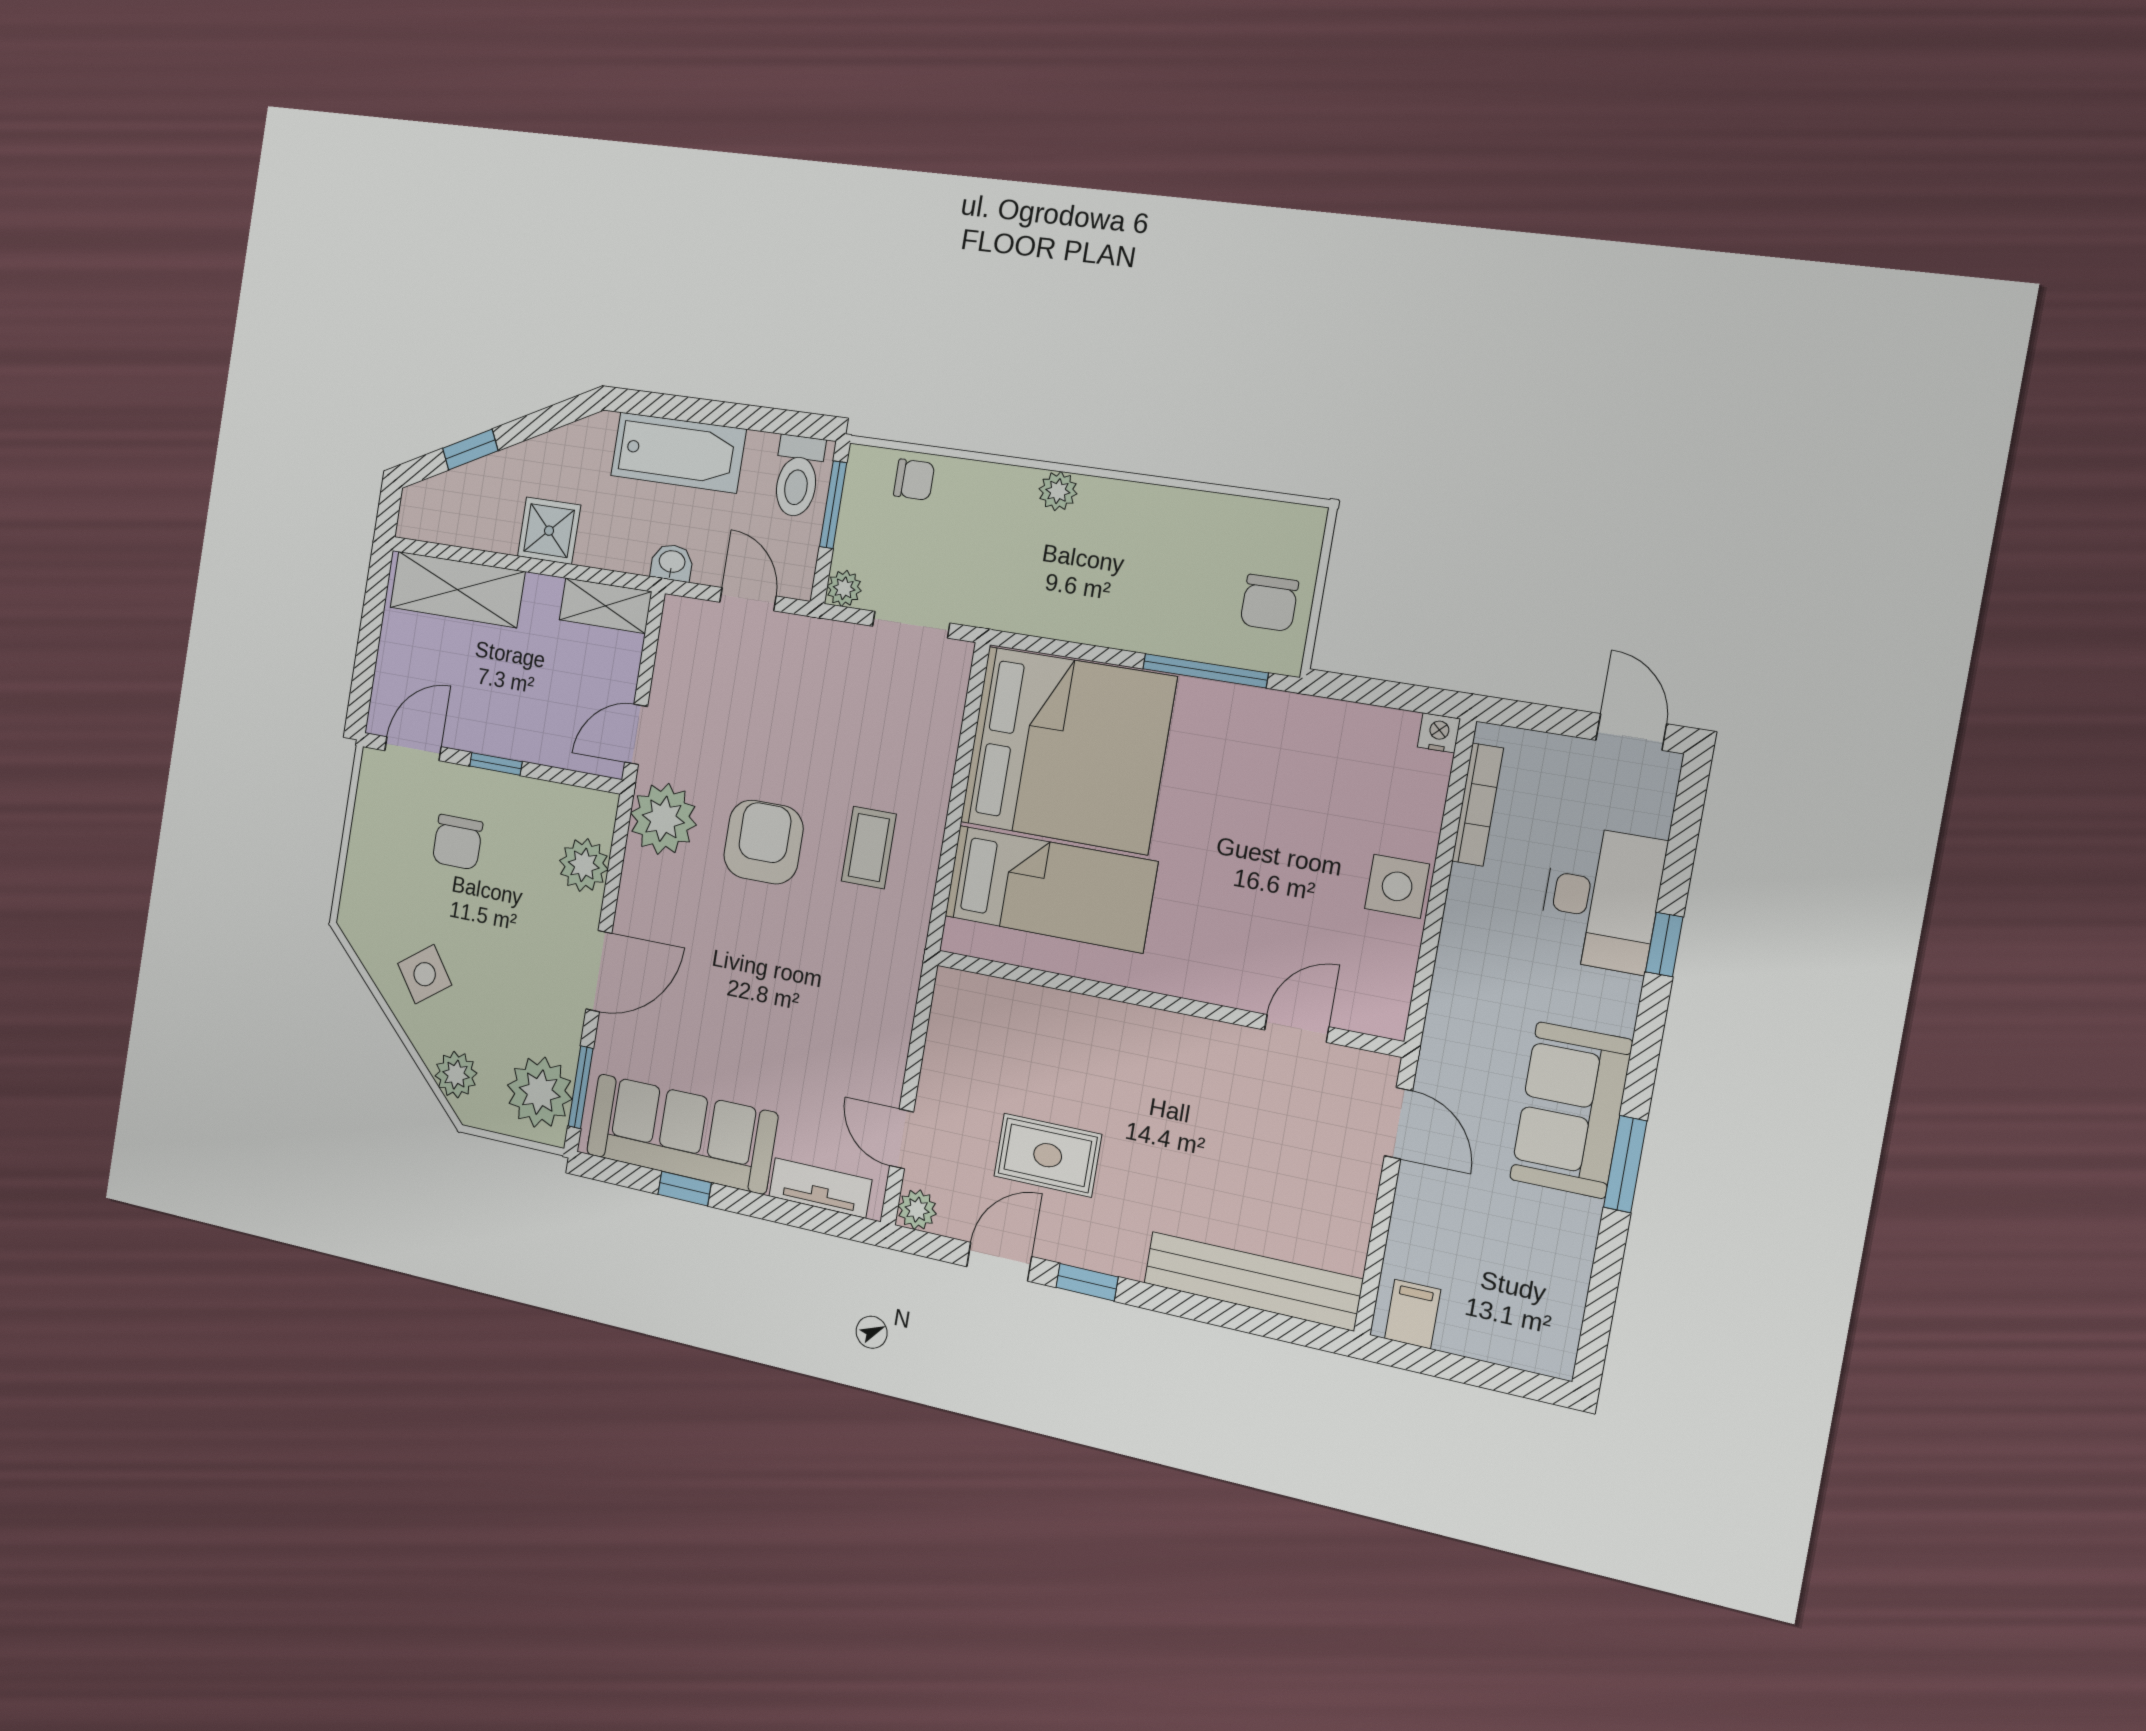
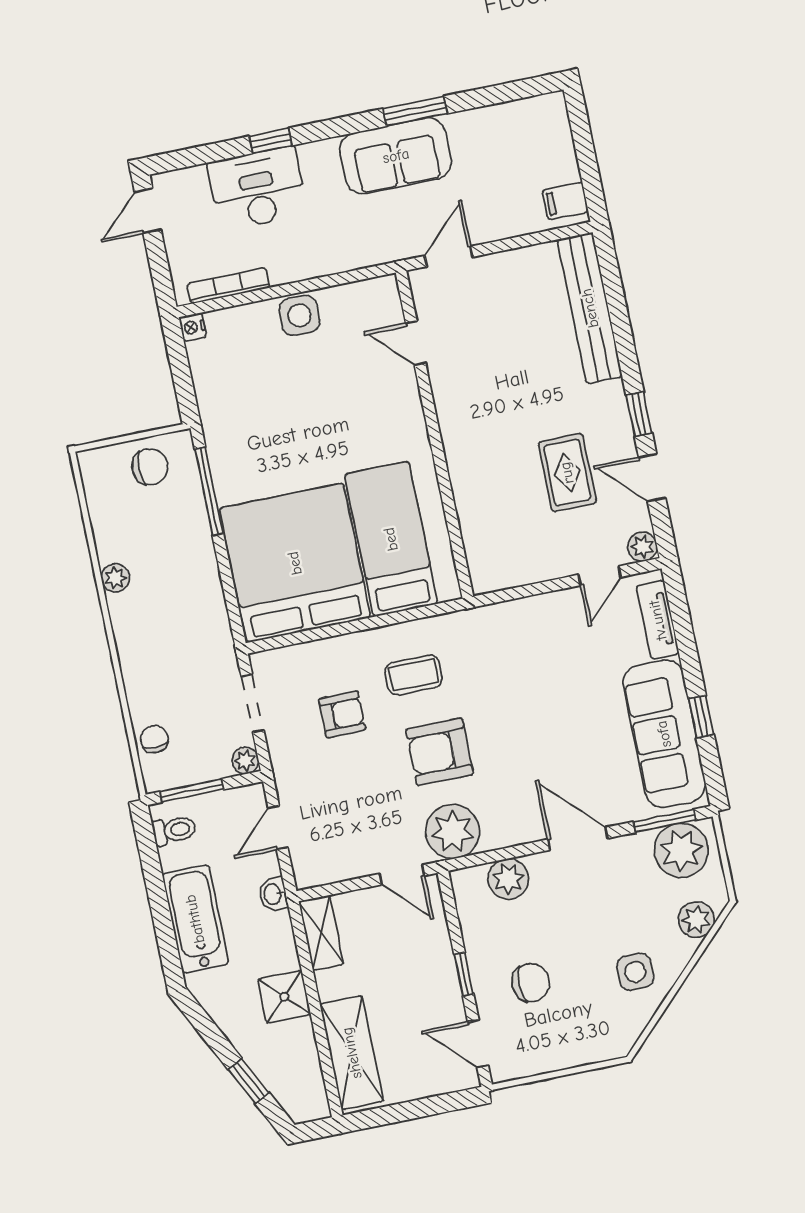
toilet: (798, 476) -> (174, 830), width x0.73, depth x0.72
plant: (1058, 491) -> (115, 578), moved
armchair: (855, 736) -> (342, 714), added
side table: (425, 974) -> (635, 972), turned 36

